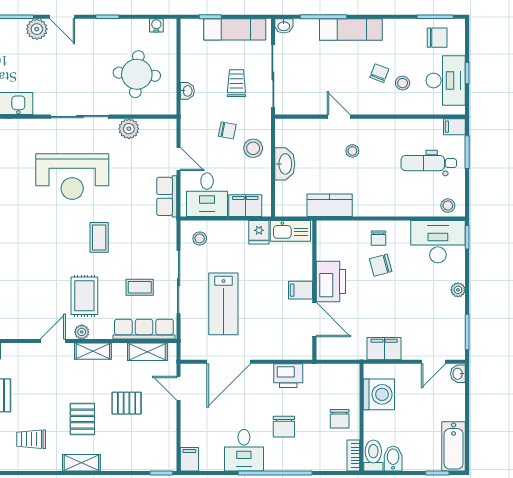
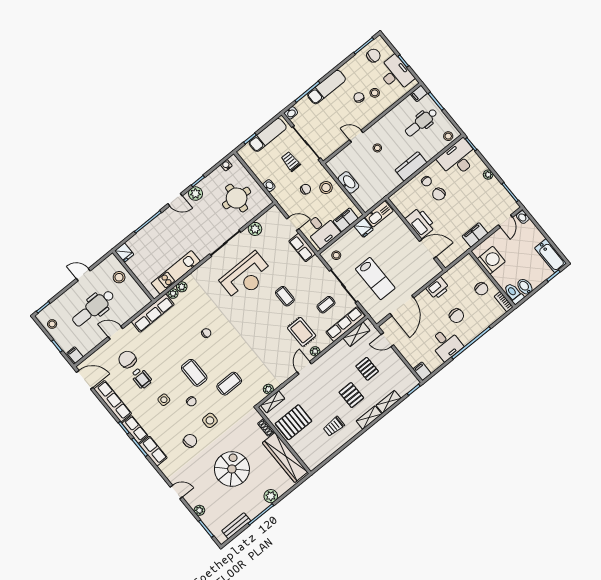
plant: (37, 29) -> (195, 194), moved
kitchen counter: (330, 205) -> (411, 166), moved
filing cabinet: (301, 290) -> (409, 240), removed
shelving: (93, 351) -> (389, 402), moved
pallet: (127, 403) -> (367, 369), turned 90

